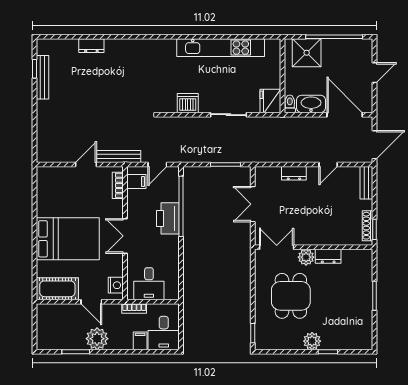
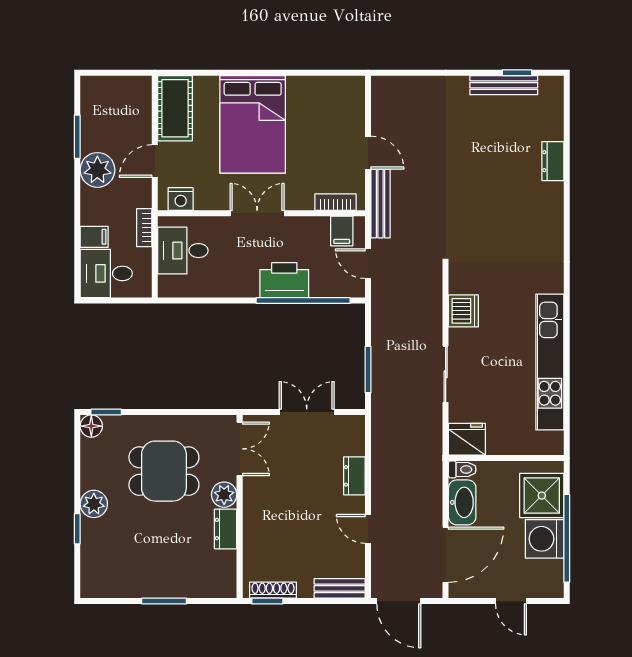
washing machine: (334, 51) -> (545, 539), added
floor lamp: (262, 343) -> (91, 426), added

